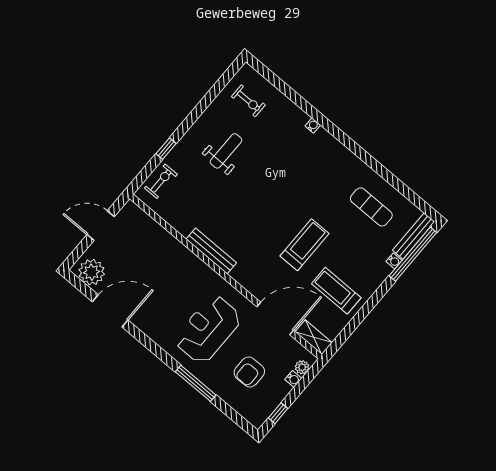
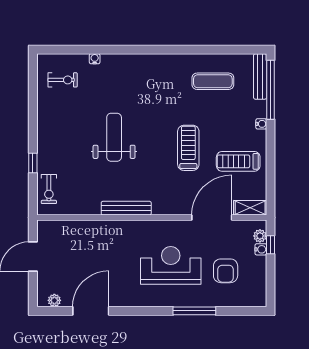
water cooler: (313, 125) -> (95, 59), moved
weight bench: (226, 151) -> (114, 137), moved, width x1.36, depth x1.33
exercise bike: (161, 181) -> (49, 189), turned 180
water cooler: (394, 261) -> (261, 124), moved
plant: (92, 272) -> (54, 300), width x0.53, depth x0.53
reception desk: (208, 329) -> (171, 265), turned 90
window: (278, 413) -> (270, 245), moved

